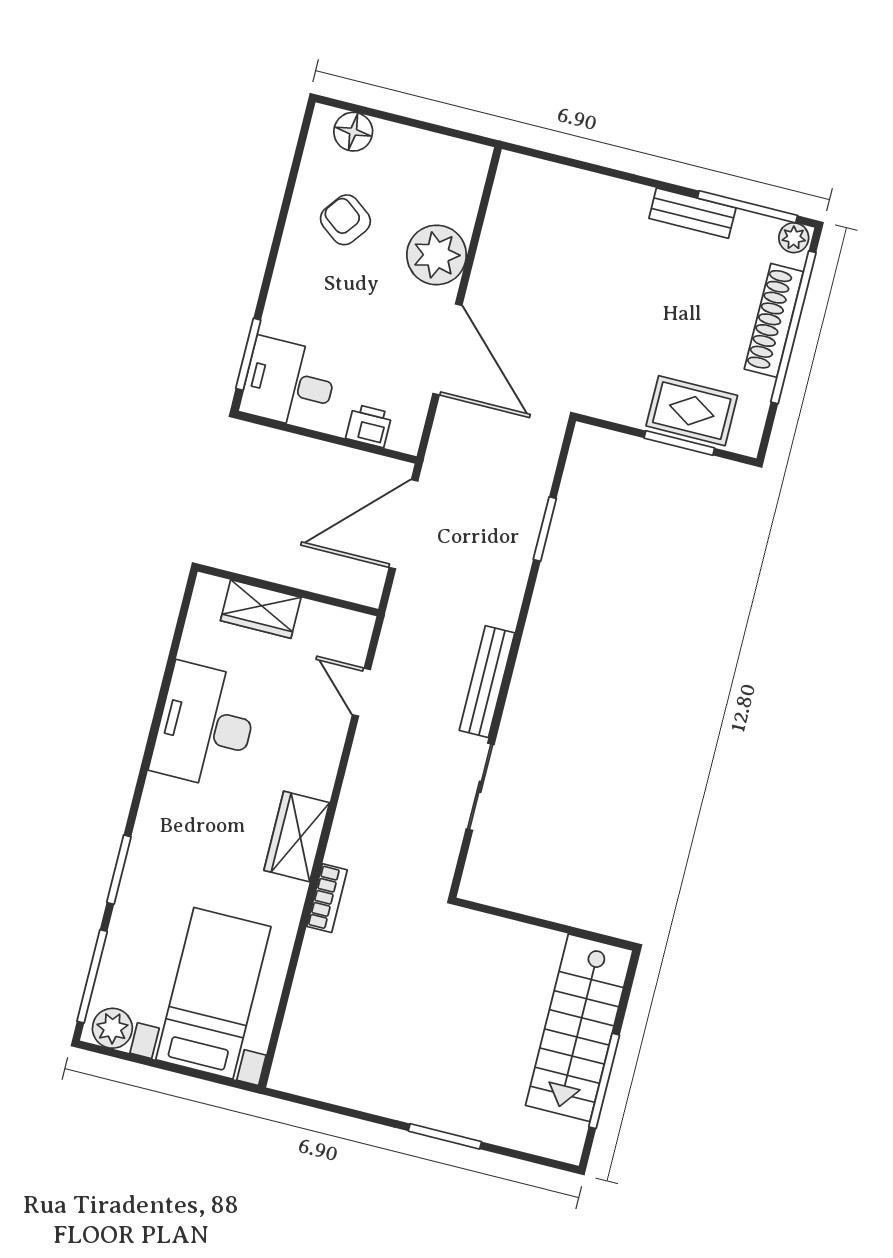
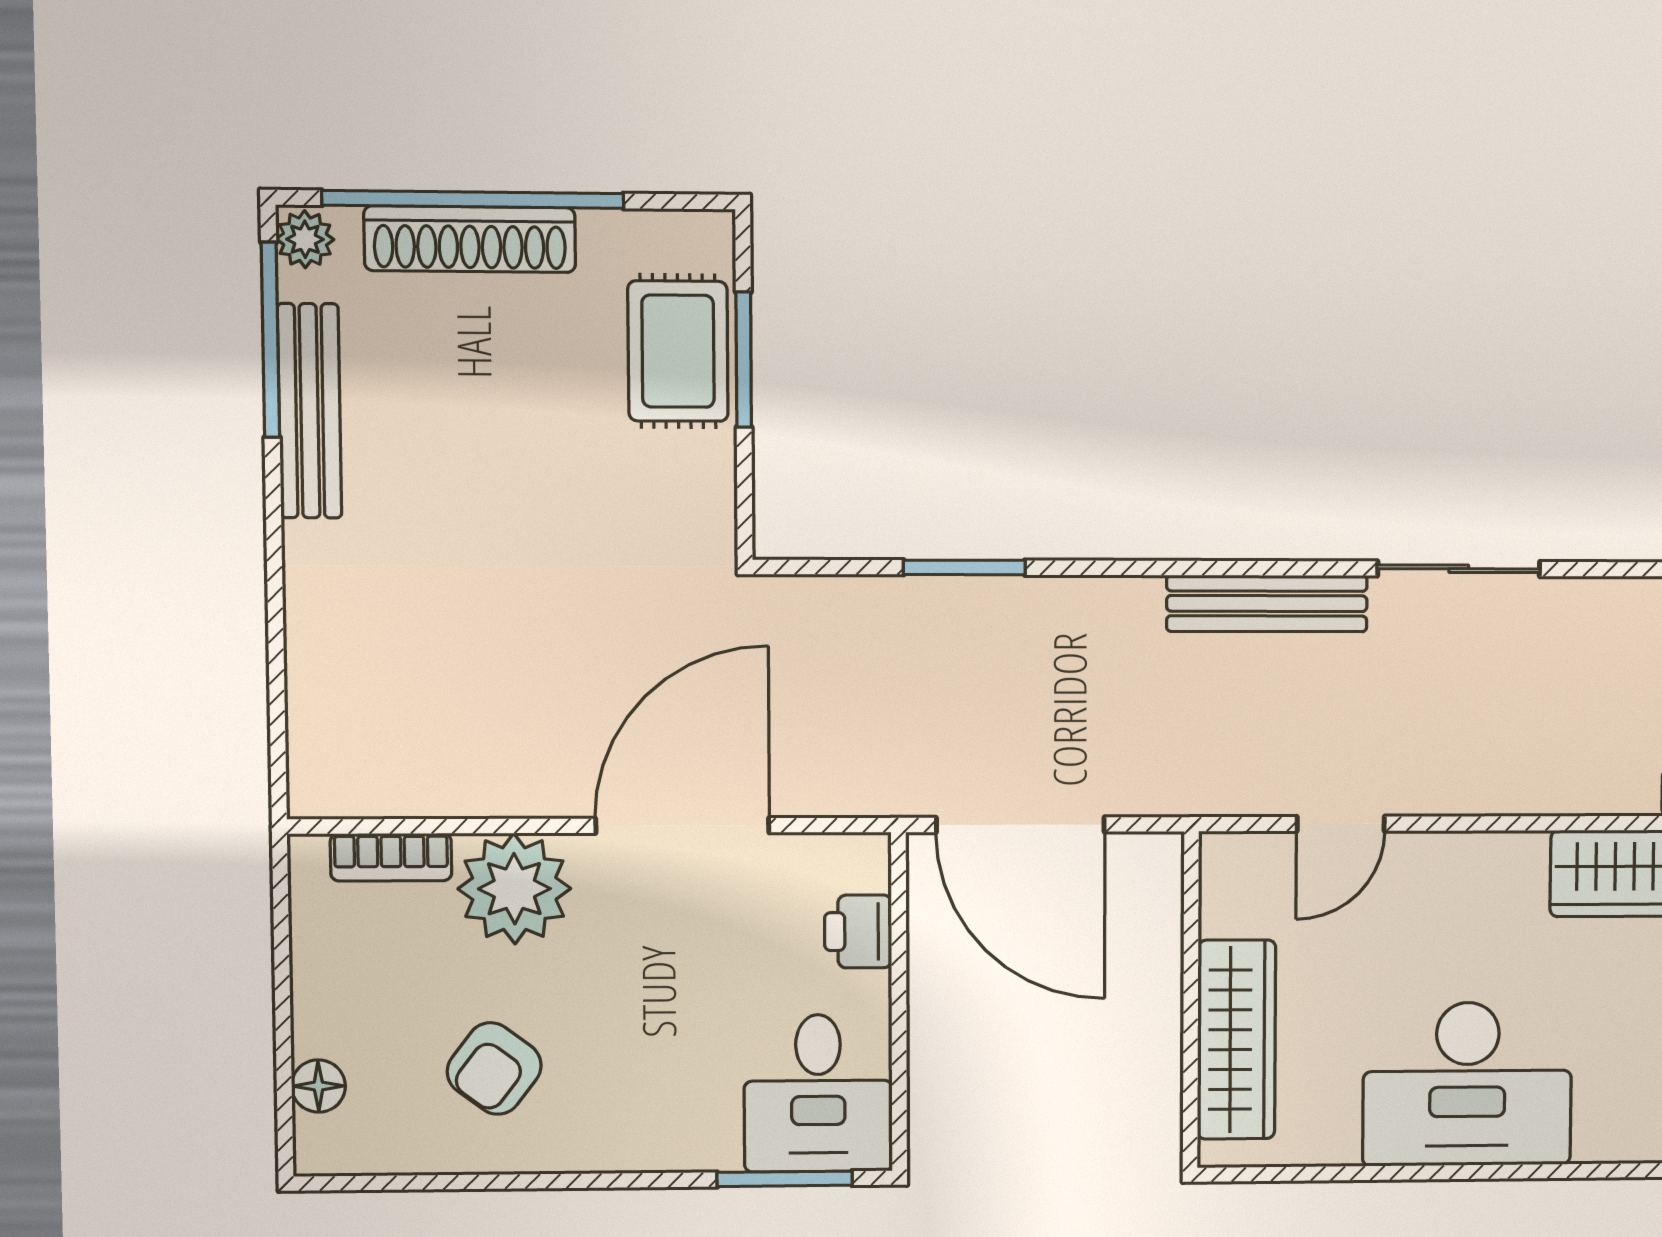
floor lamp: (353, 132) -> (318, 1086), width x0.73, depth x0.73
bookcase: (469, 197) -> (391, 857), added
bench: (692, 213) -> (310, 411), width x1.36
wardrobe: (261, 609) -> (1236, 1040), width x1.50

